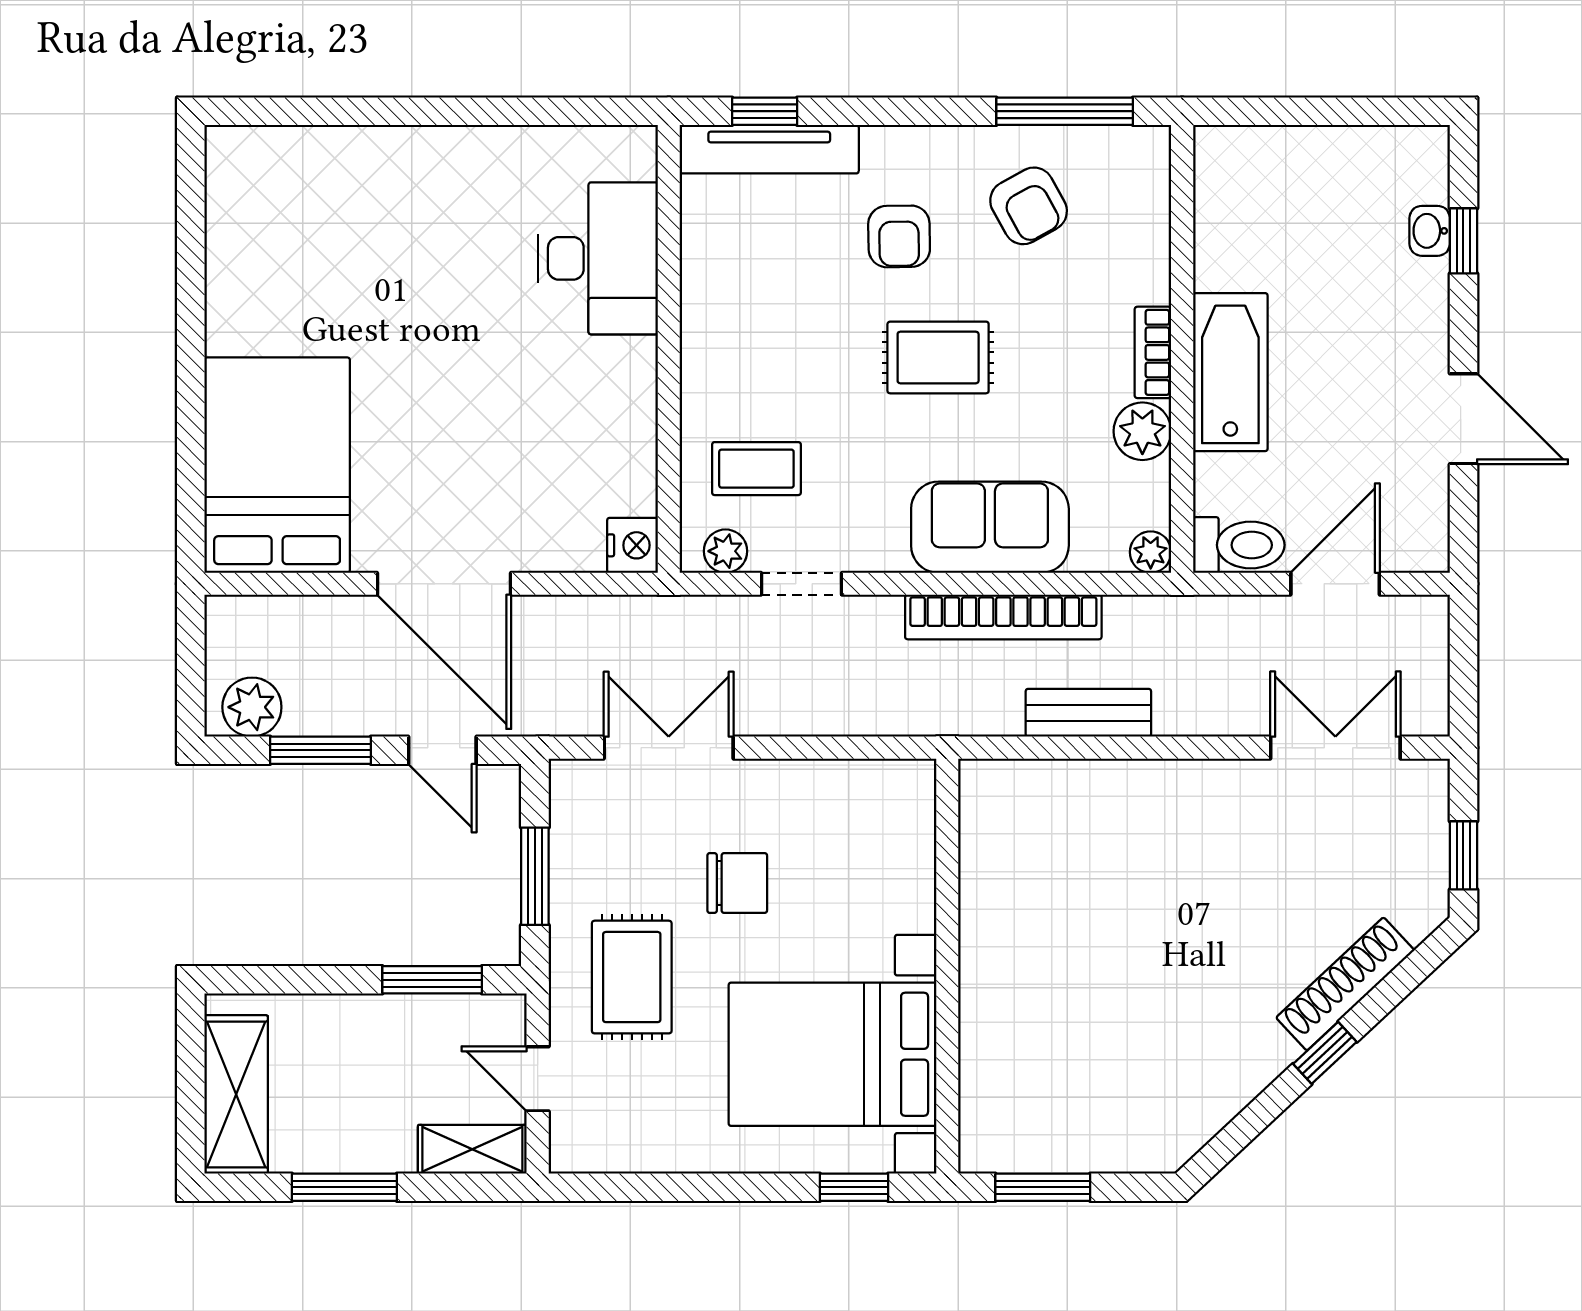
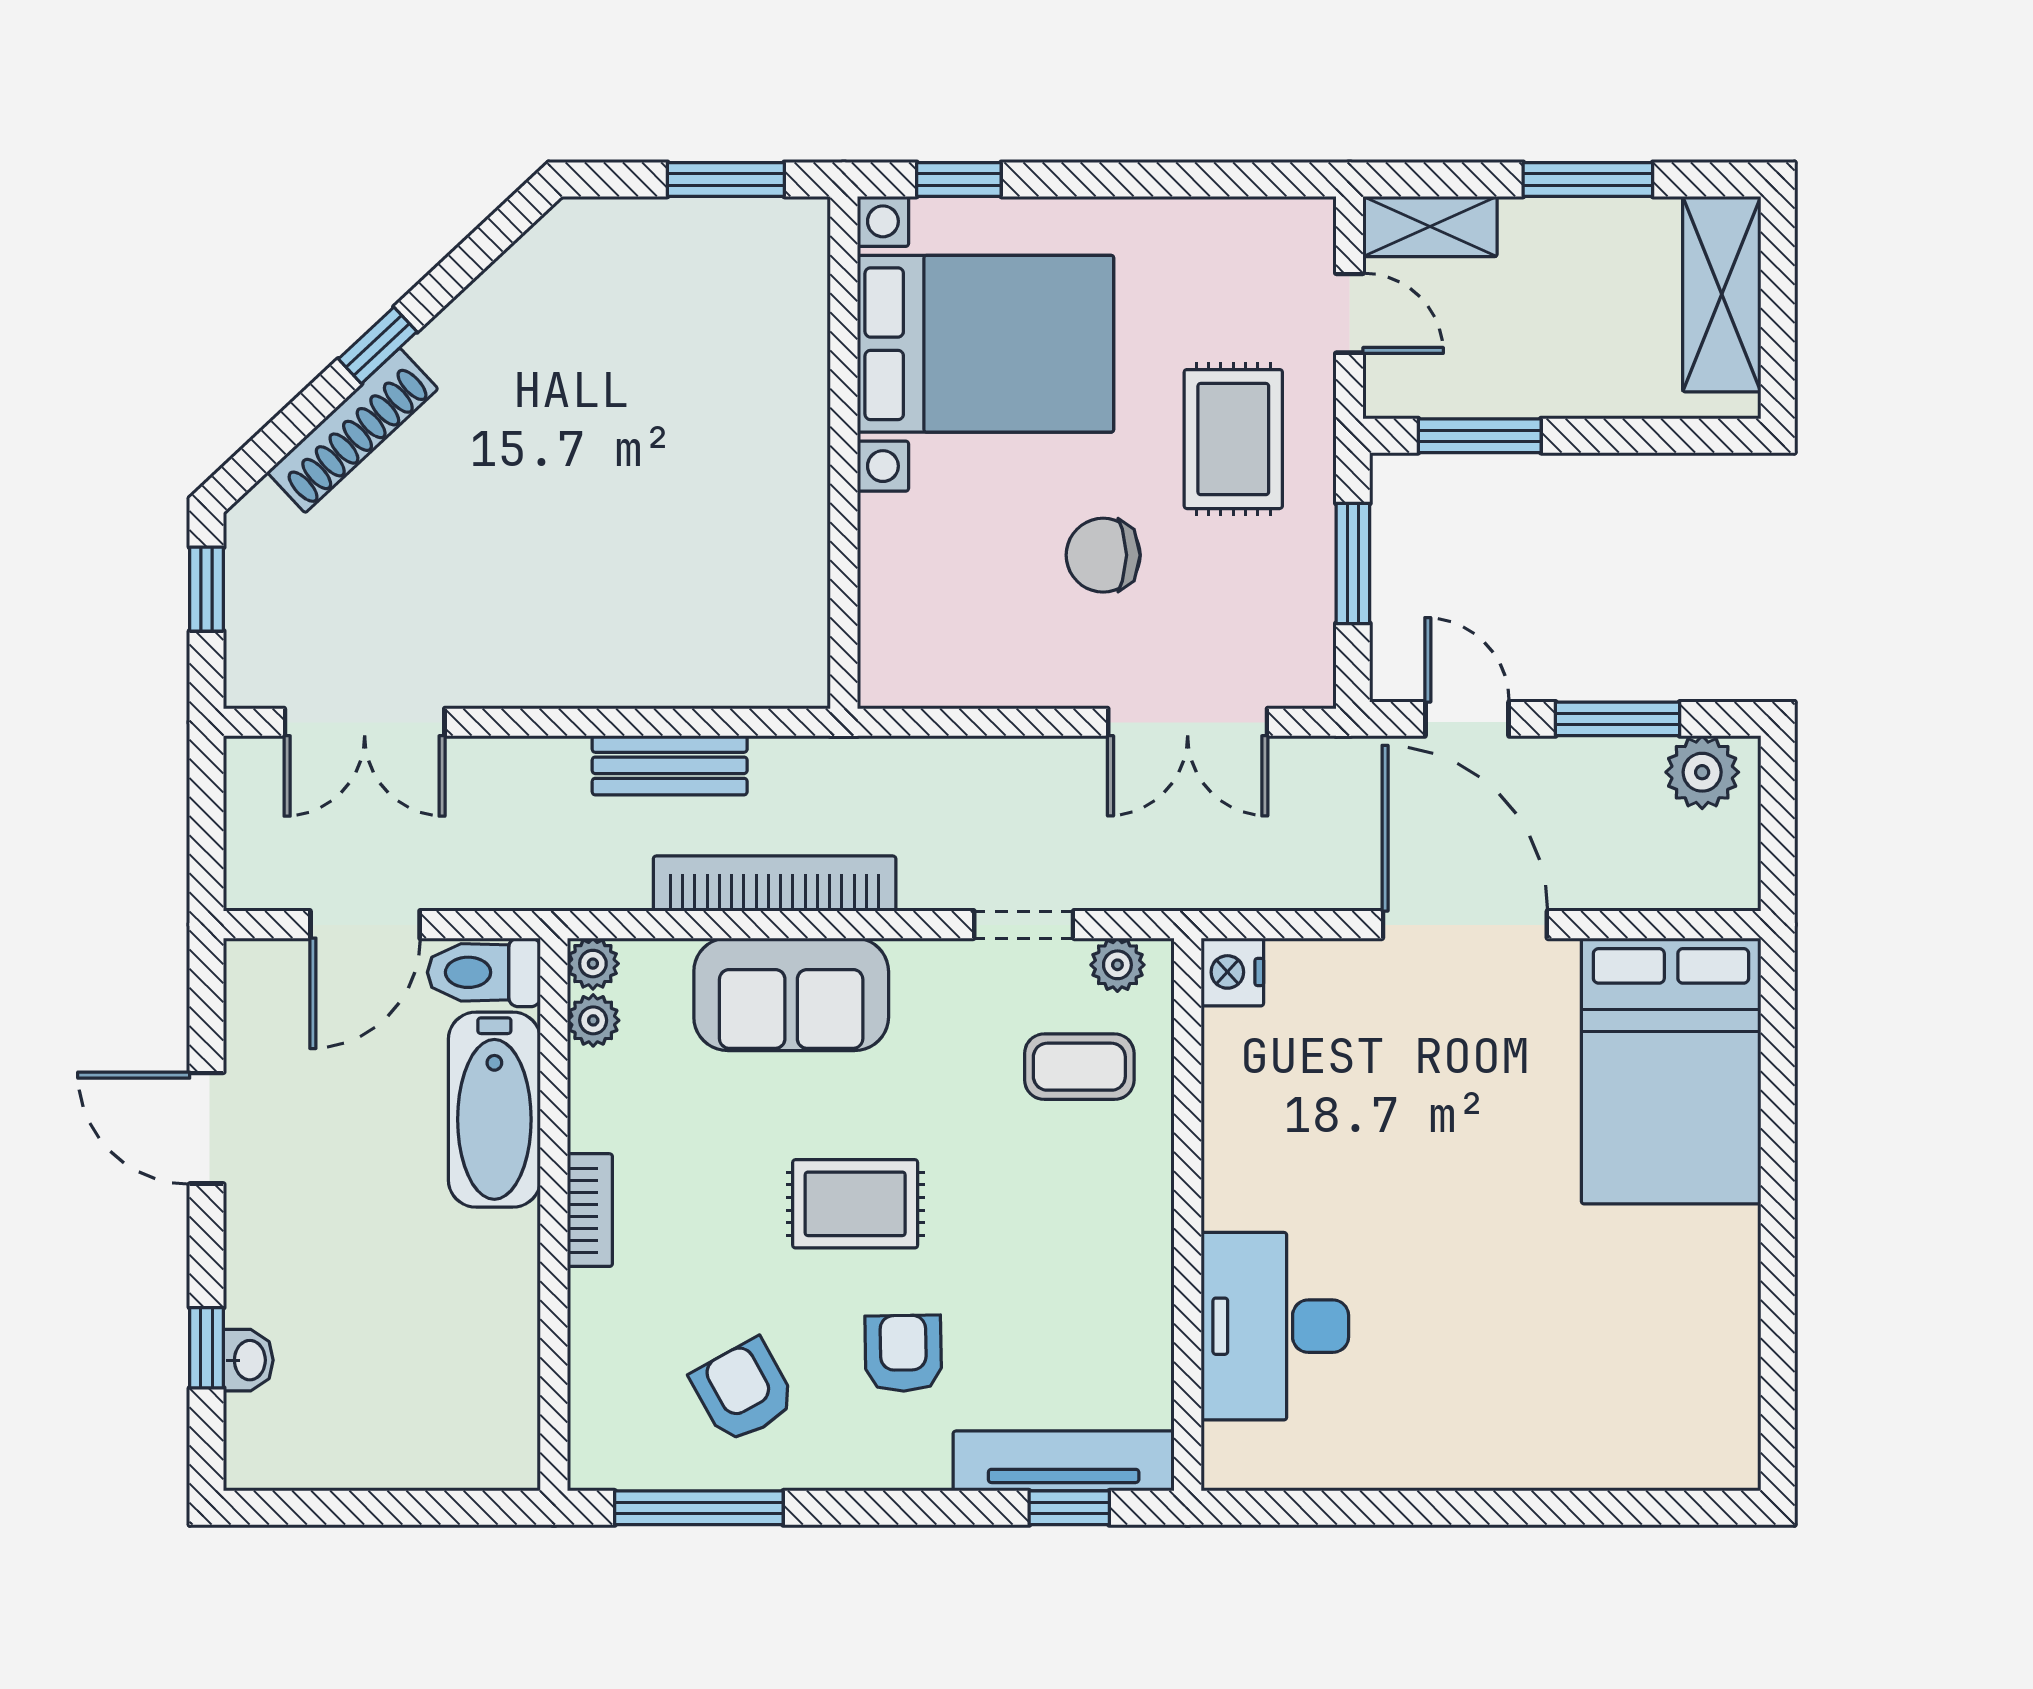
bathtub: (1230, 372) -> (494, 1110), moved
plant: (1142, 431) -> (593, 1020), moved, width x0.73, depth x0.73

